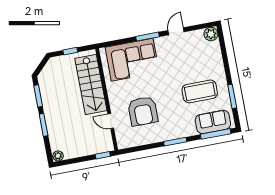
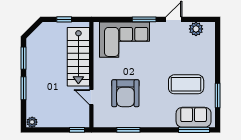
plant: (211, 34) -> (196, 29), moved
window: (175, 142) -> (128, 130), moved

